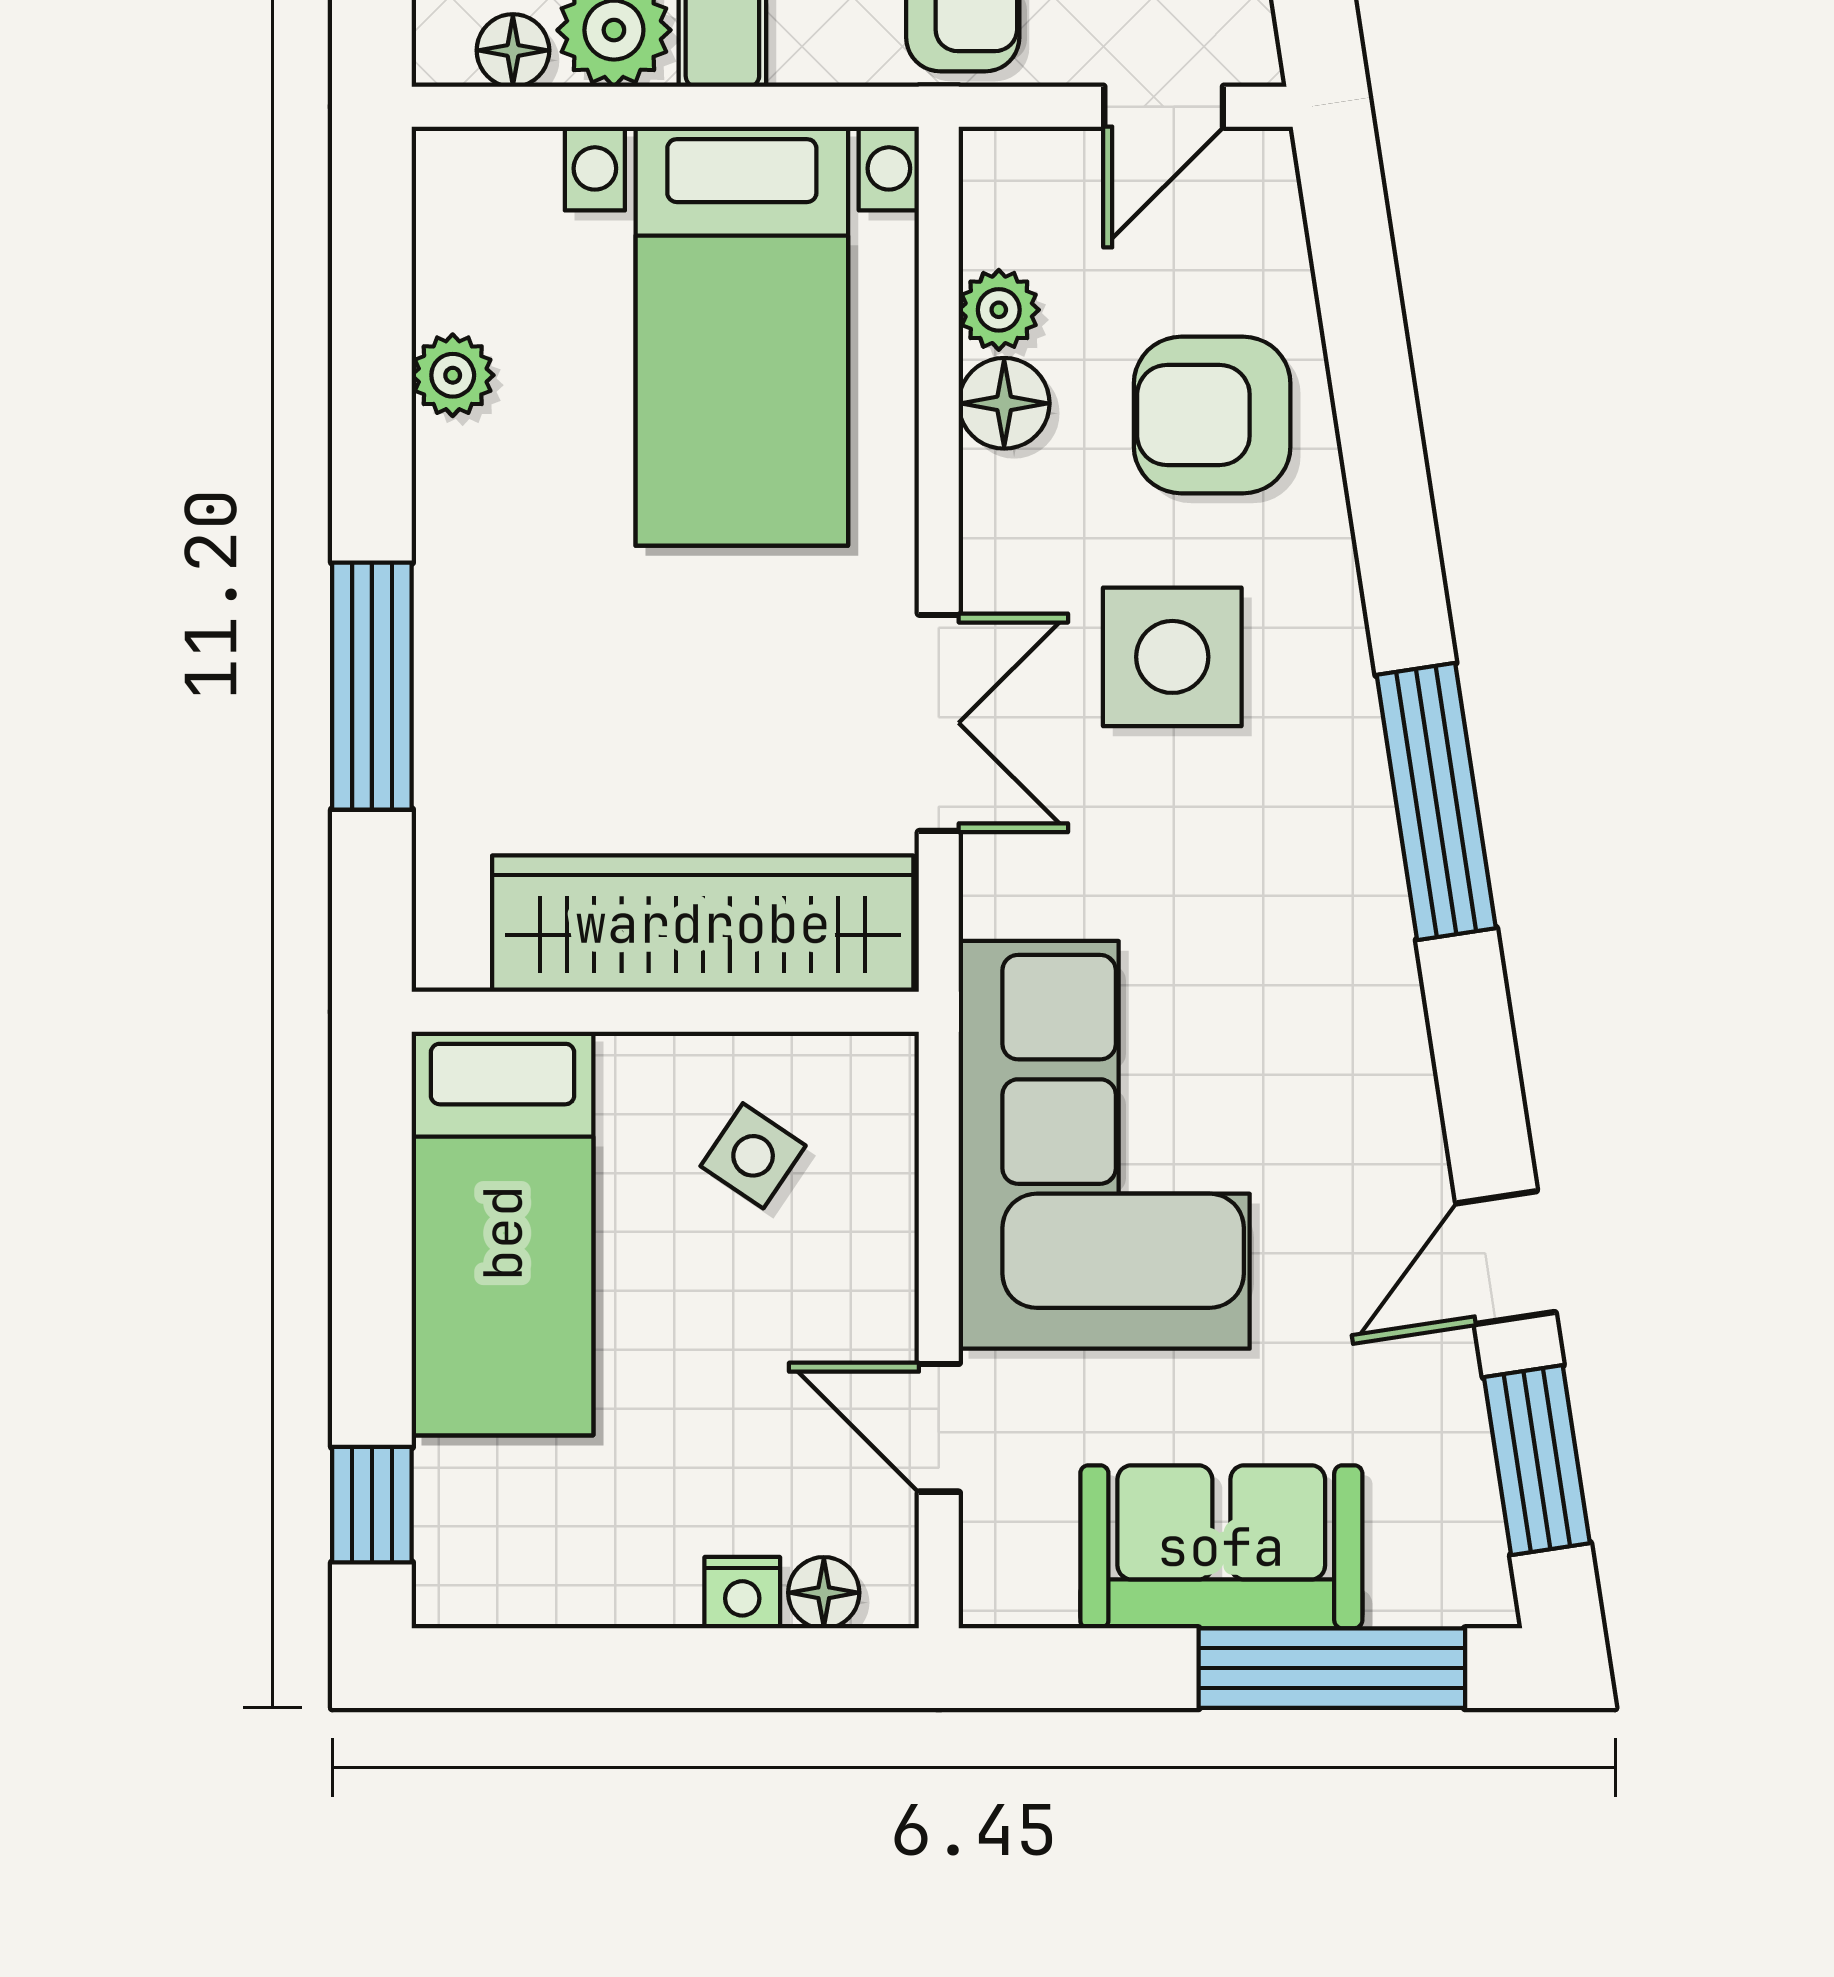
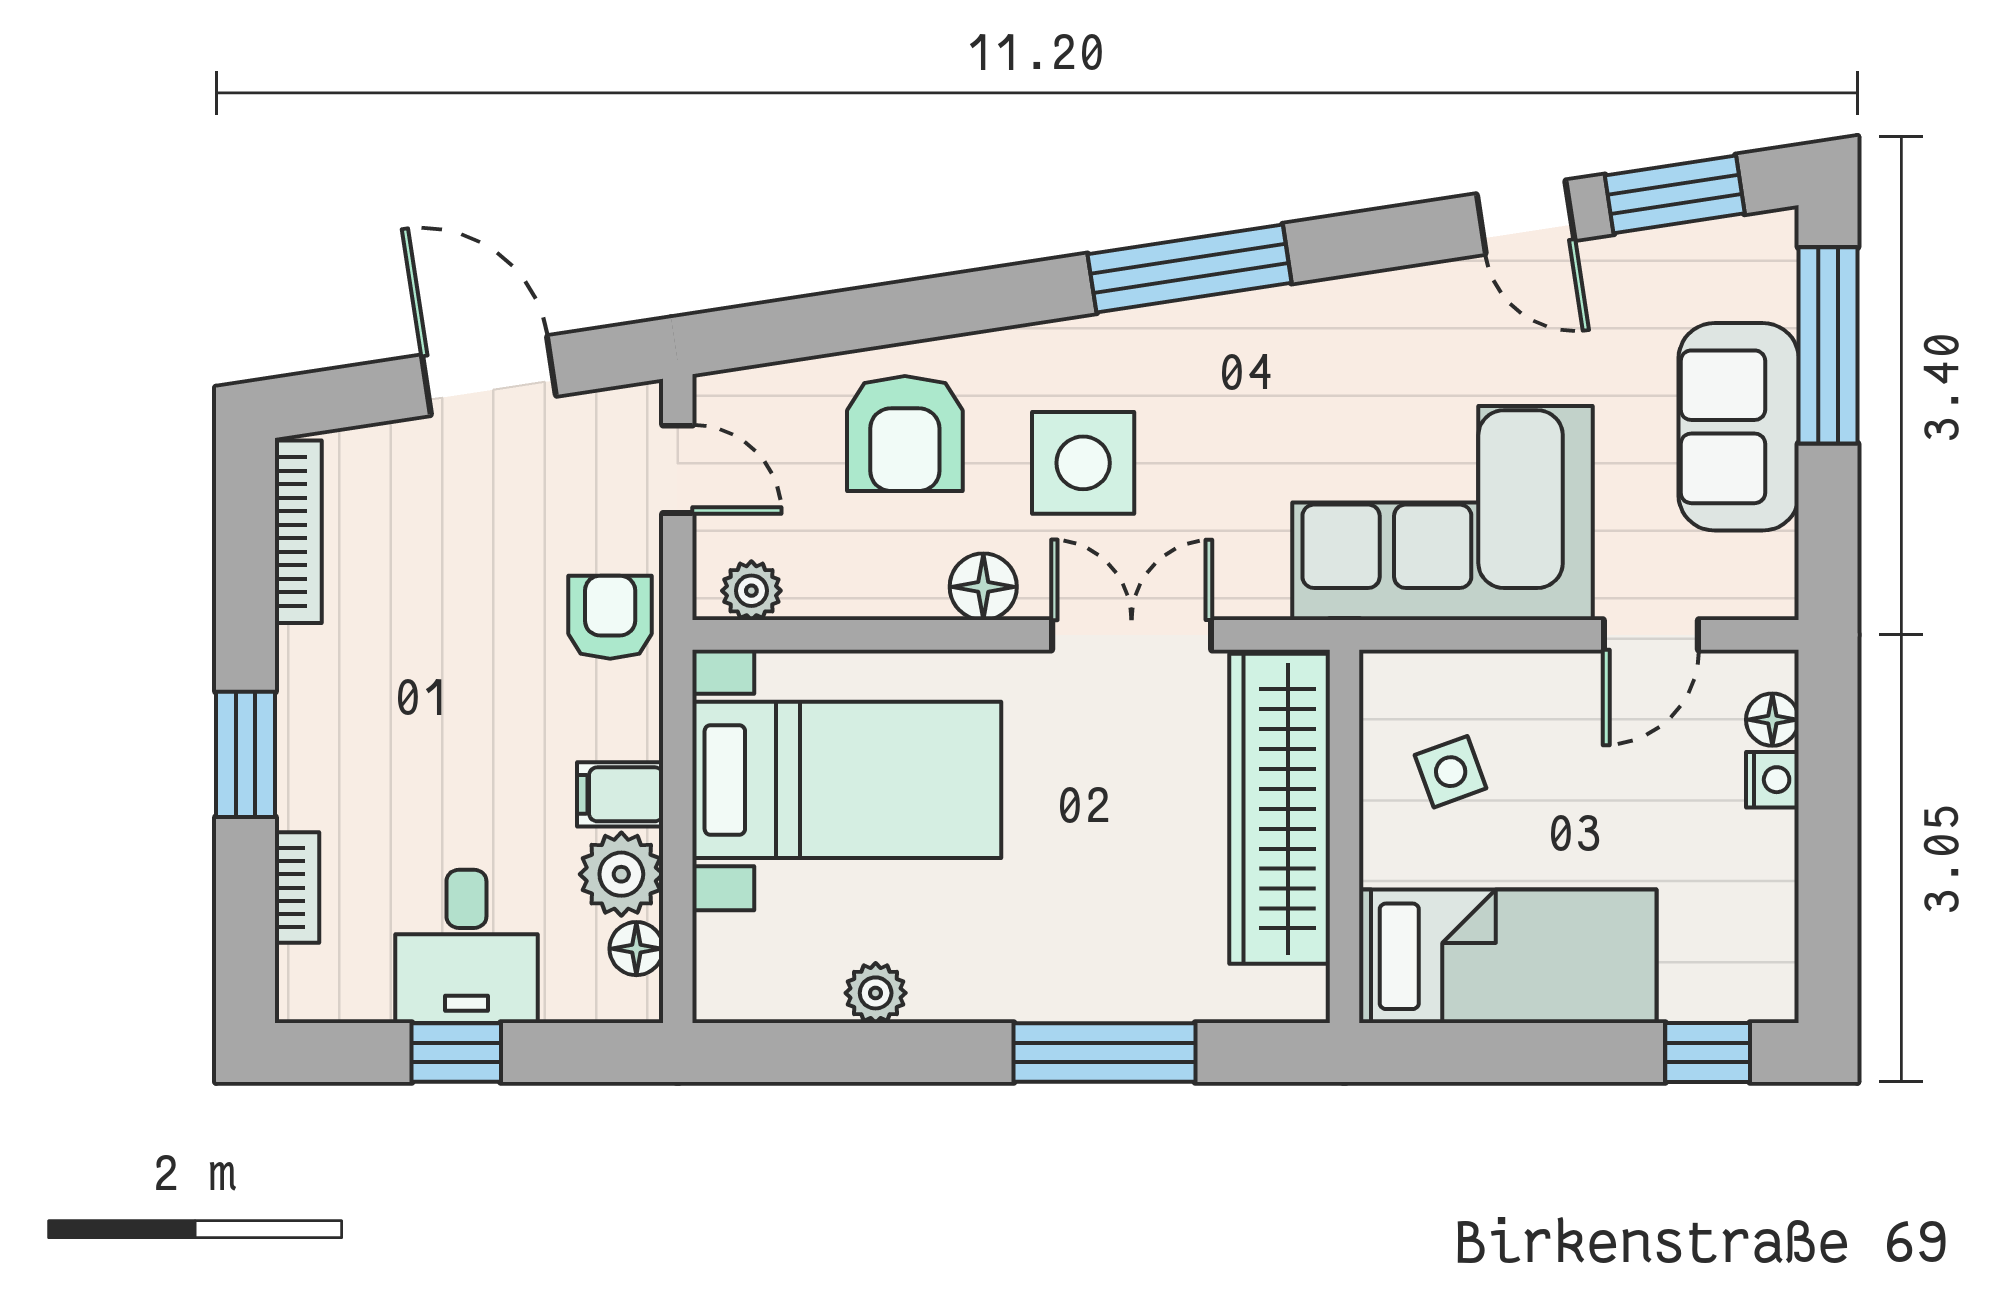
plant: (999, 310) -> (751, 591), moved
floor lamp: (1004, 403) -> (983, 587), moved
side table: (753, 1156) -> (1451, 772), turned 36

